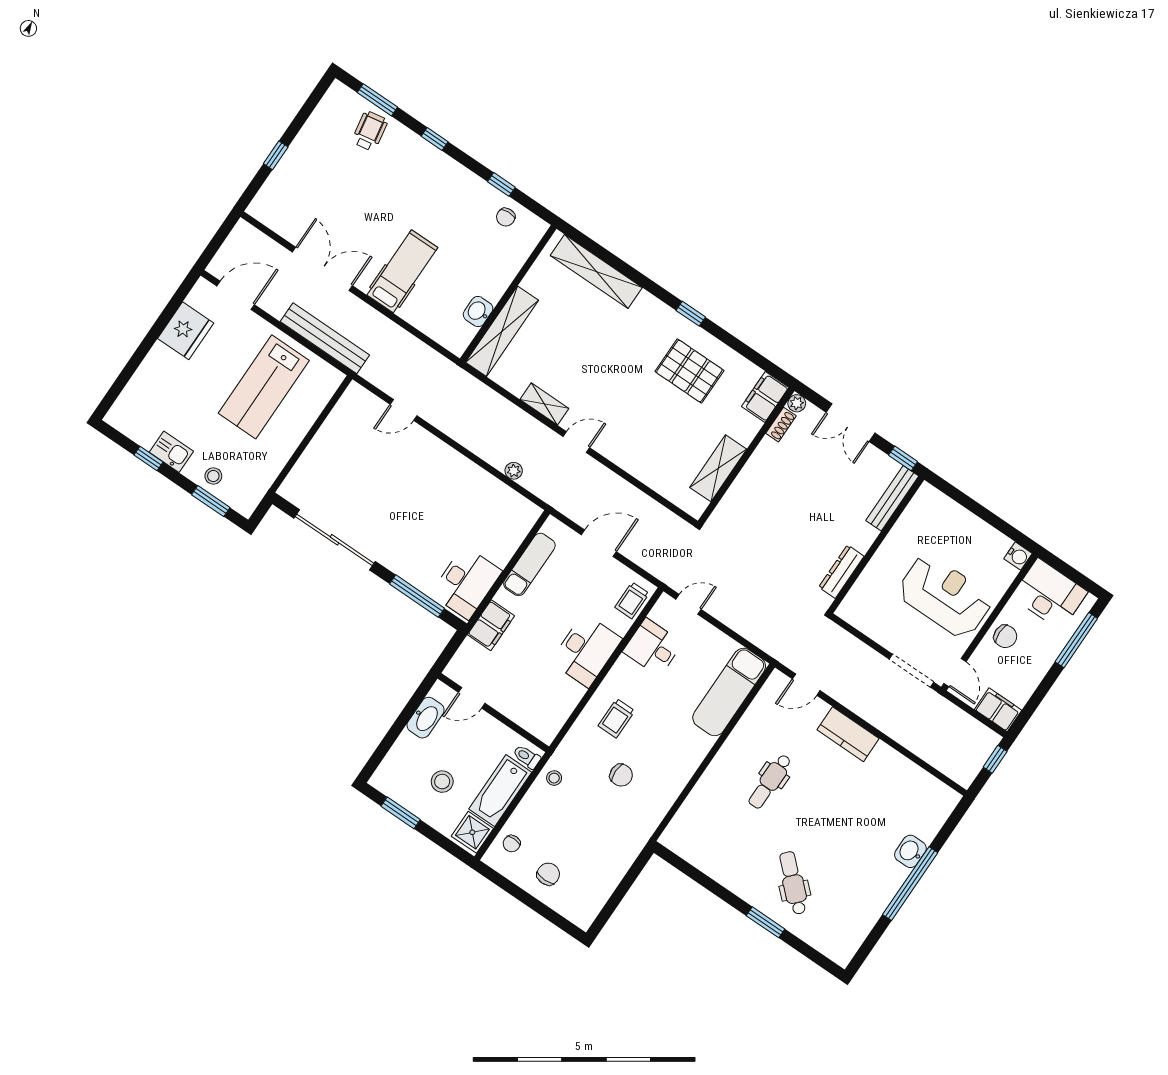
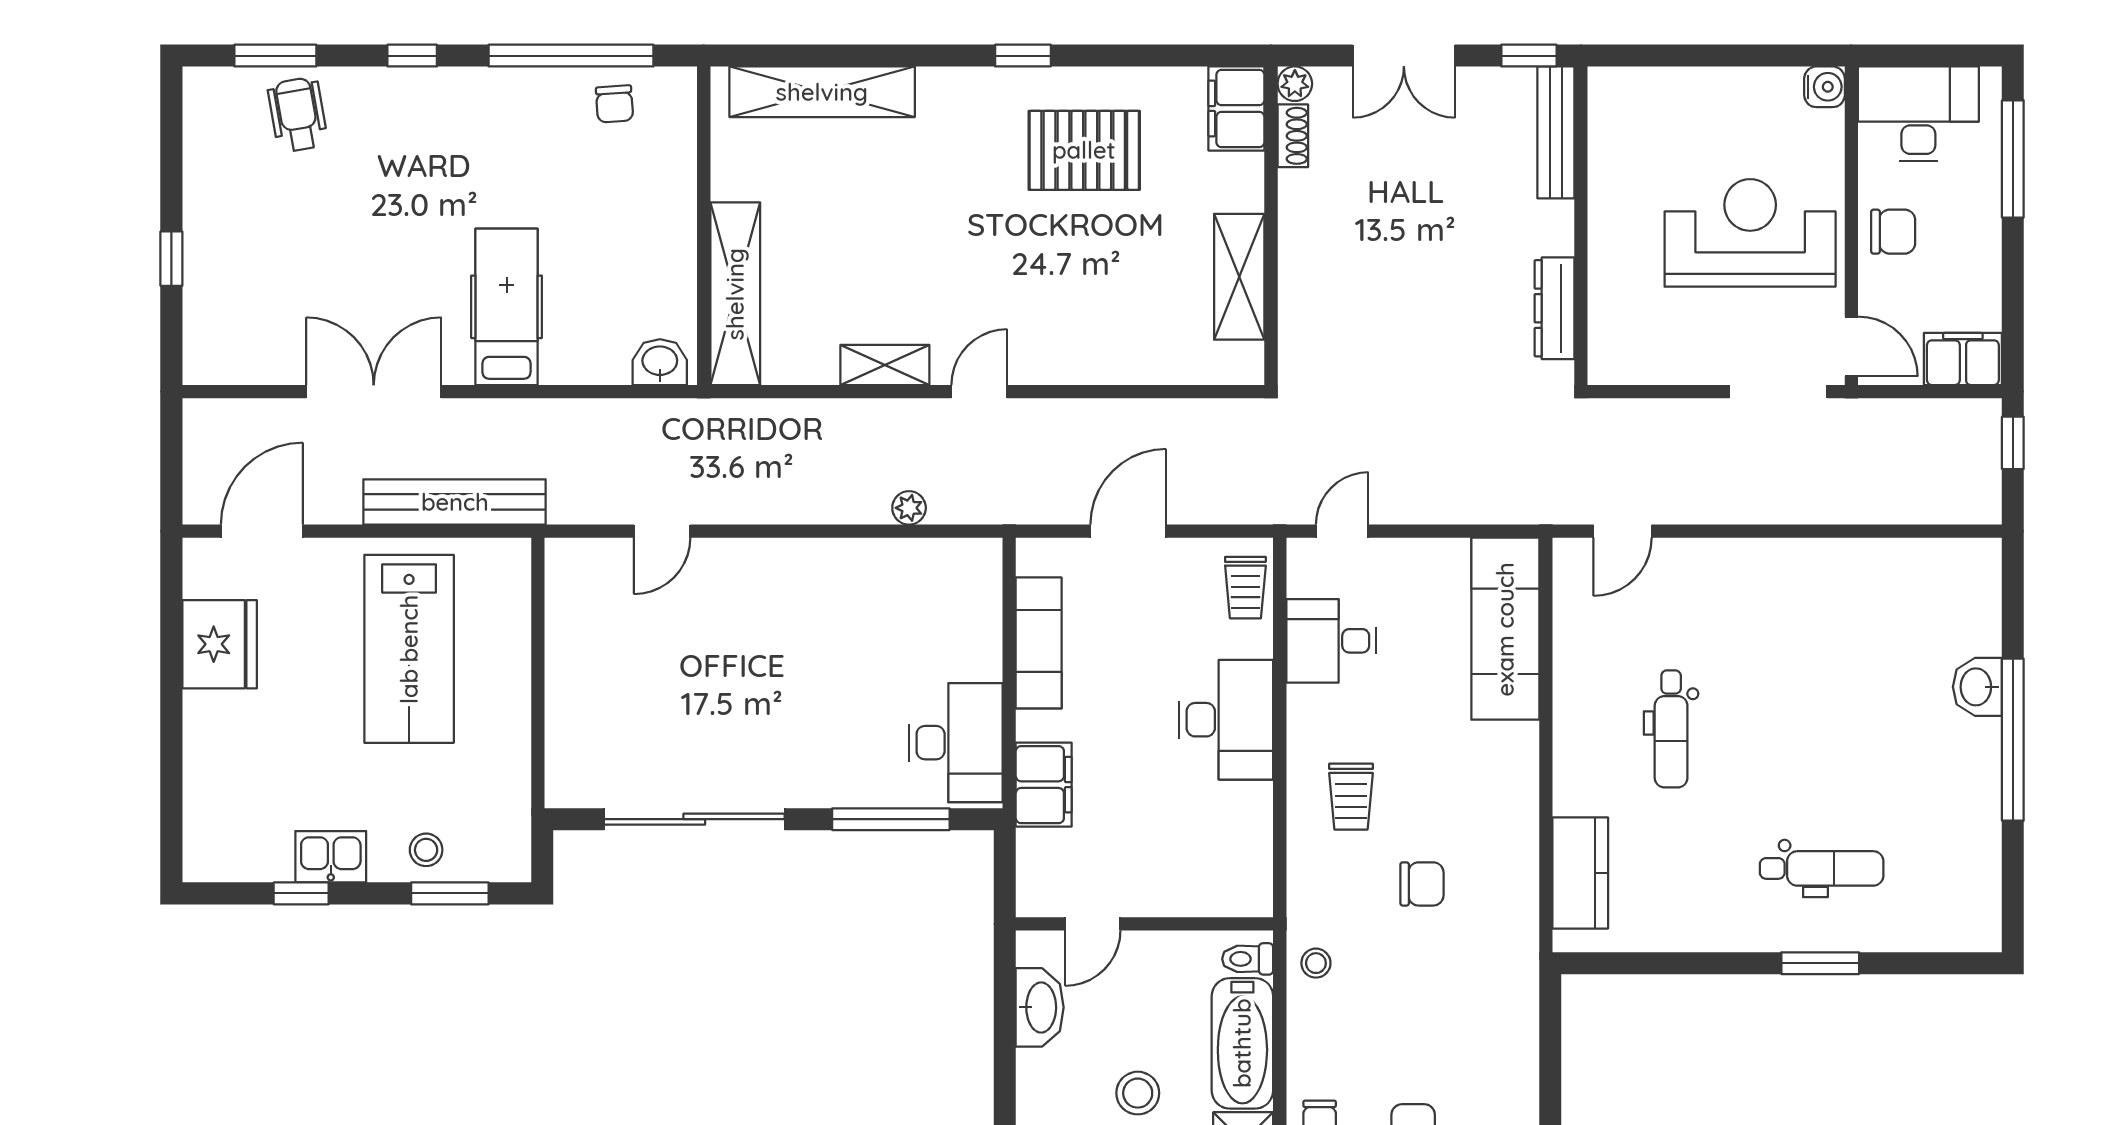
window: (501, 184) -> (571, 56), width x3.17
washbasin: (478, 312) -> (660, 362), moved, turned 90
kitchen counter: (848, 734) -> (1580, 873), moved, turned -90
dental chair: (793, 883) -> (1822, 868), turned 137

